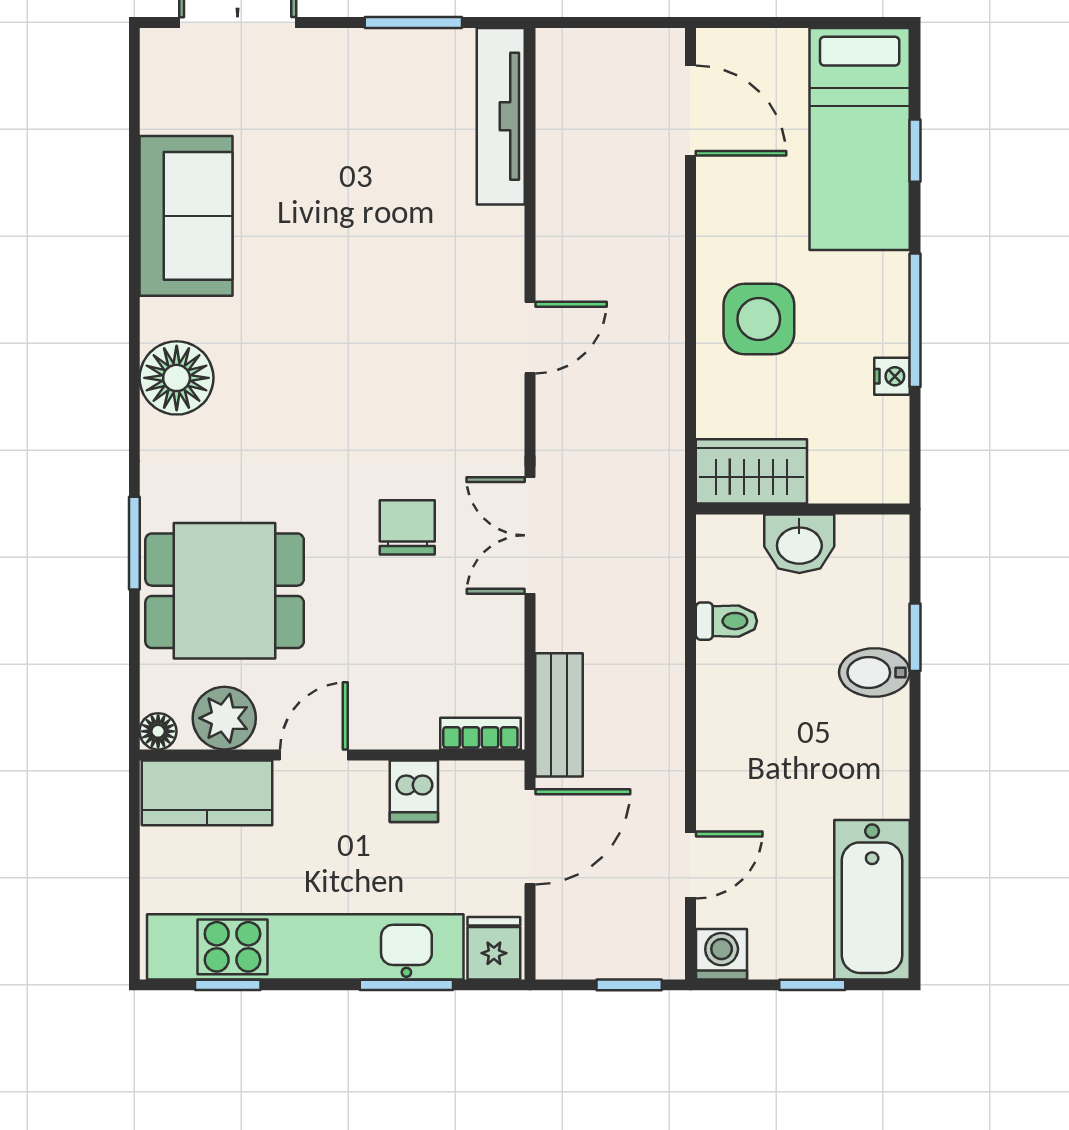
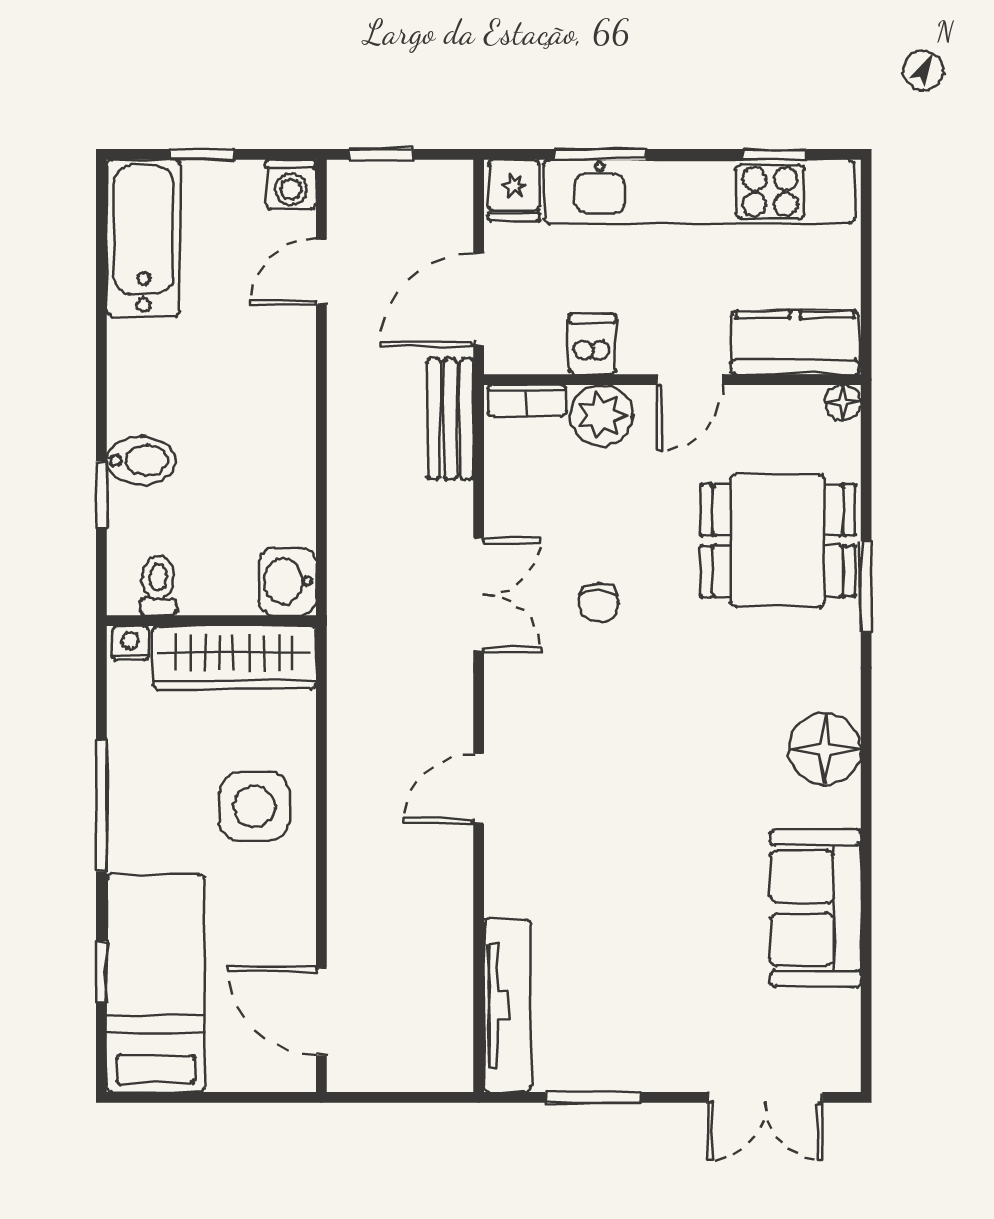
nightstand: (892, 376) -> (130, 643), moved, turned 90
wardrobe: (751, 471) -> (234, 657), width x1.50
chair: (407, 527) -> (599, 603), width x0.73, depth x0.73
washbasin: (799, 544) -> (287, 581), moved, turned -90
toilet: (726, 621) -> (158, 585), moved, turned 90
plant: (224, 718) -> (601, 416), moved

